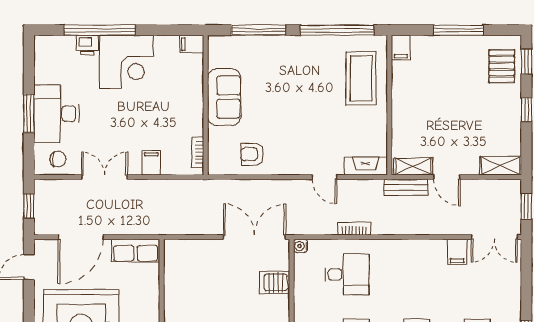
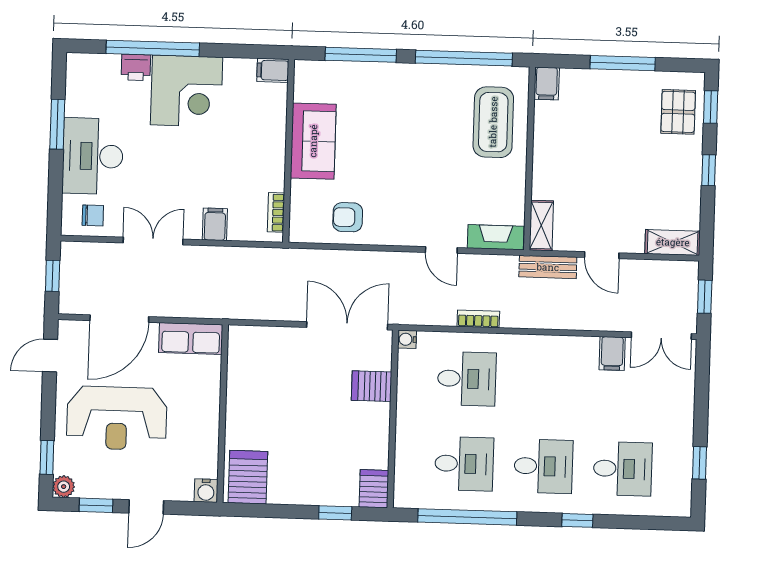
window: (29, 114) -> (57, 124), moved
shelving: (413, 166) -> (541, 225), moved, turned 90

